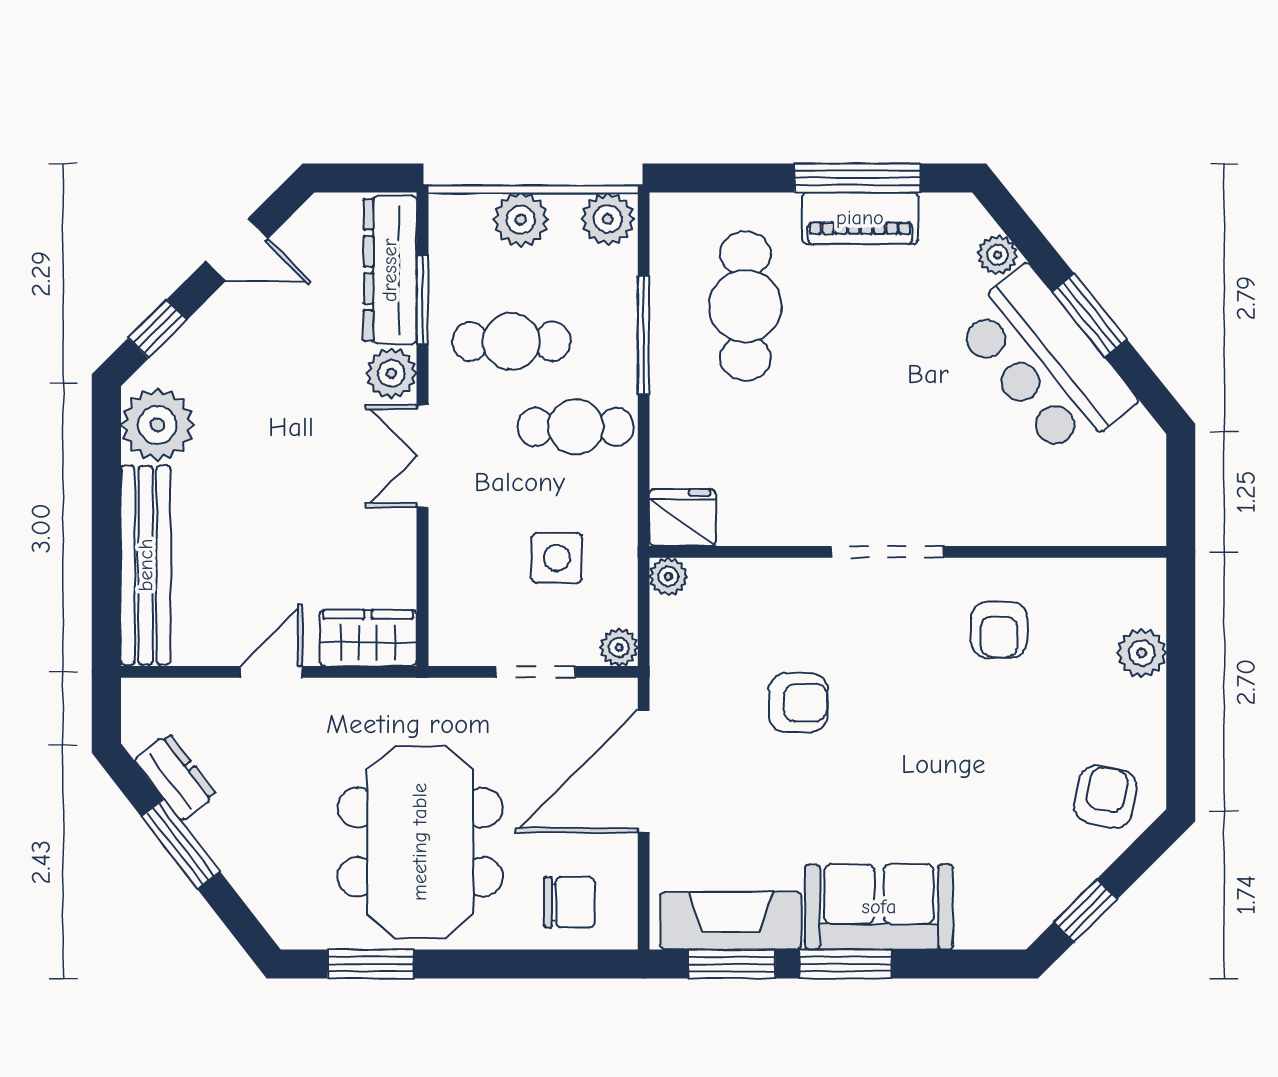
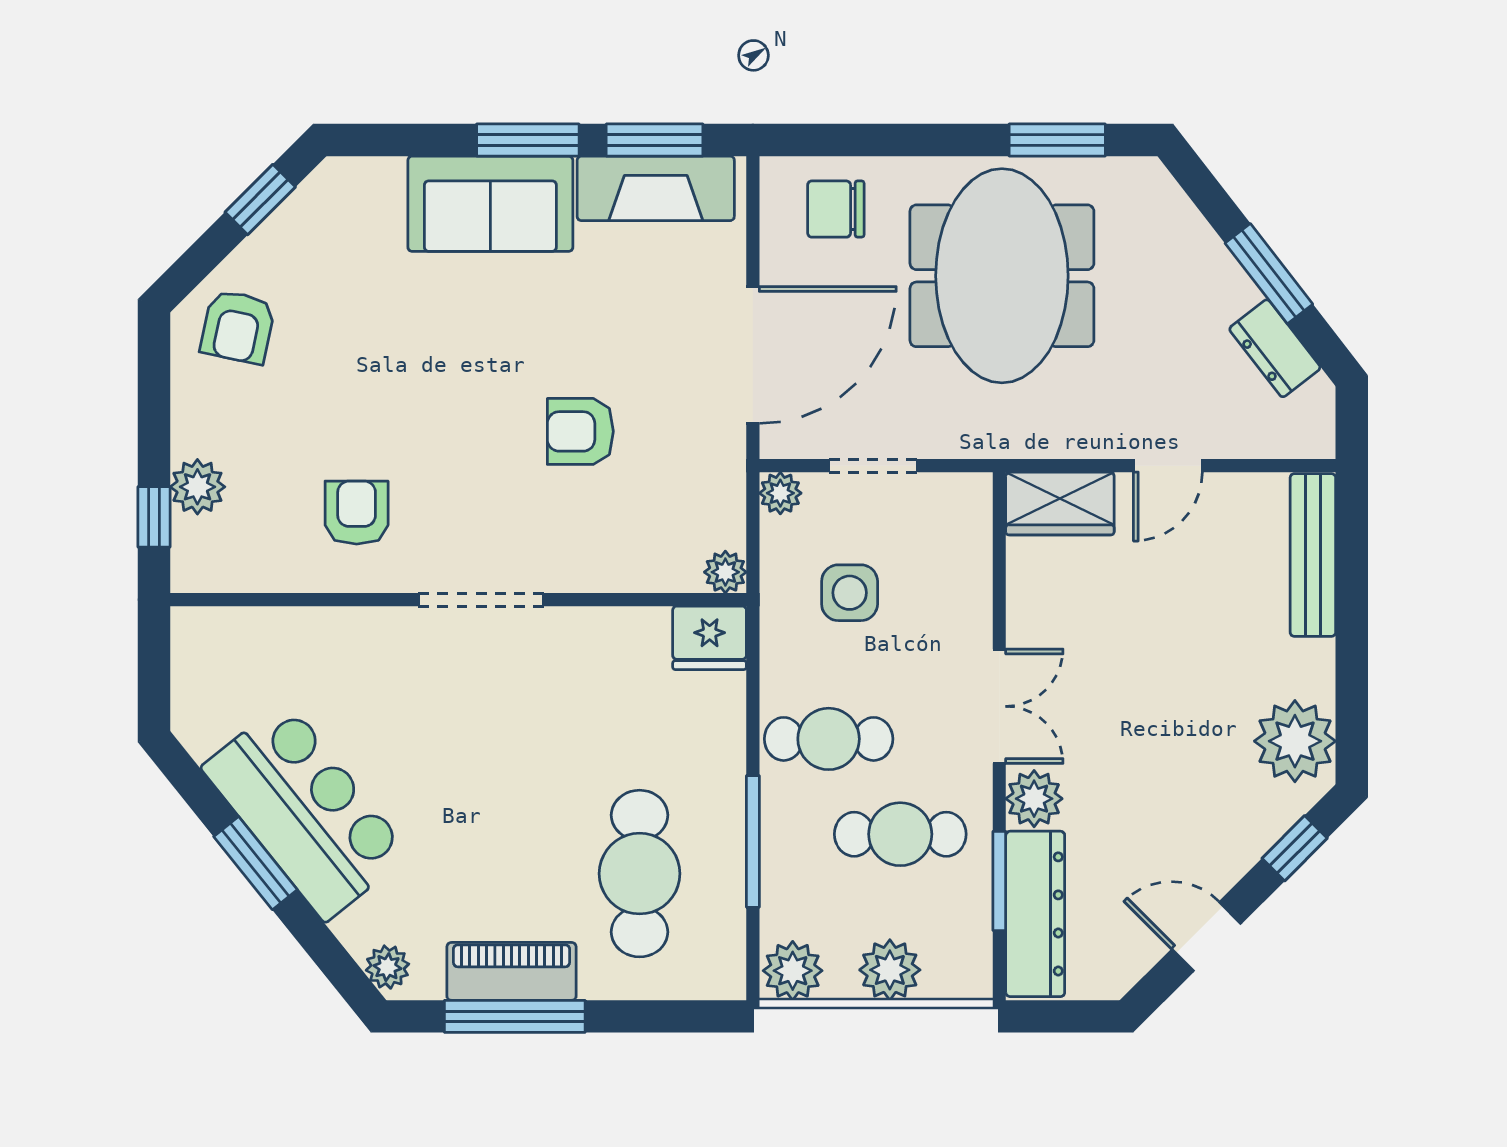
plant: (998, 255) -> (387, 967), moved
bench: (146, 565) -> (1313, 555), width x0.73, depth x0.82
window: (1181, 626) -> (154, 517), added

